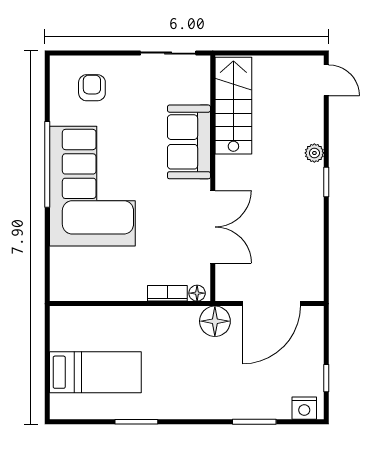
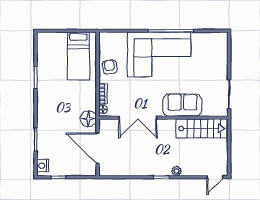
armchair: (92, 88) -> (110, 67), moved, turned -100
bed: (95, 372) -> (78, 56), moved

